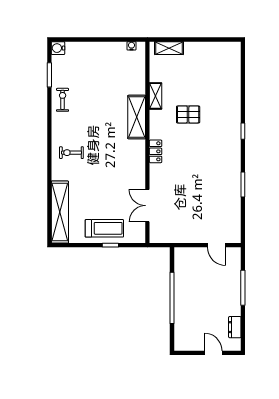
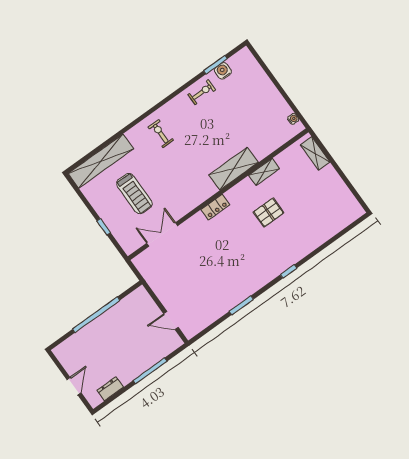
water cooler: (58, 48) -> (223, 71), moved
pallet: (188, 114) -> (269, 212), turned 90
treadmill: (104, 228) -> (134, 194), moved
door: (216, 245) -> (171, 321), hinge flipped

